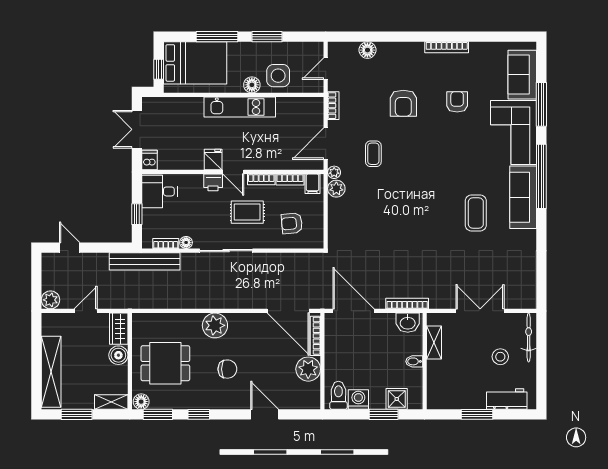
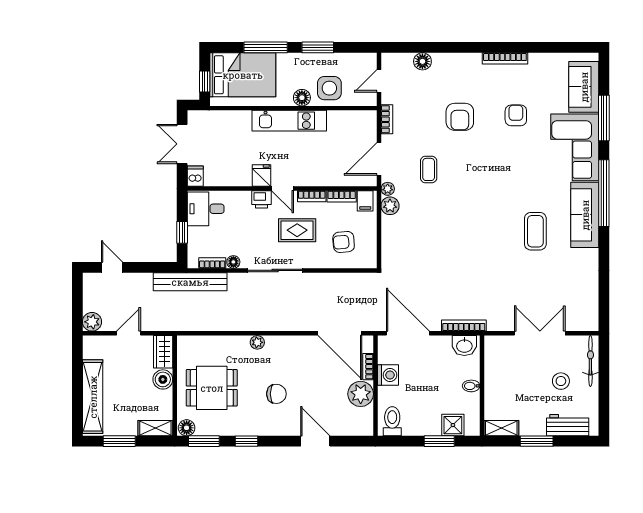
plant: (215, 325) -> (257, 342), width x0.53, depth x0.53
bookcase: (315, 336) -> (368, 367), width x0.64
shelving: (434, 342) -> (501, 428), moved, turned 90
washing machine: (358, 399) -> (388, 375), moved, turned 90

